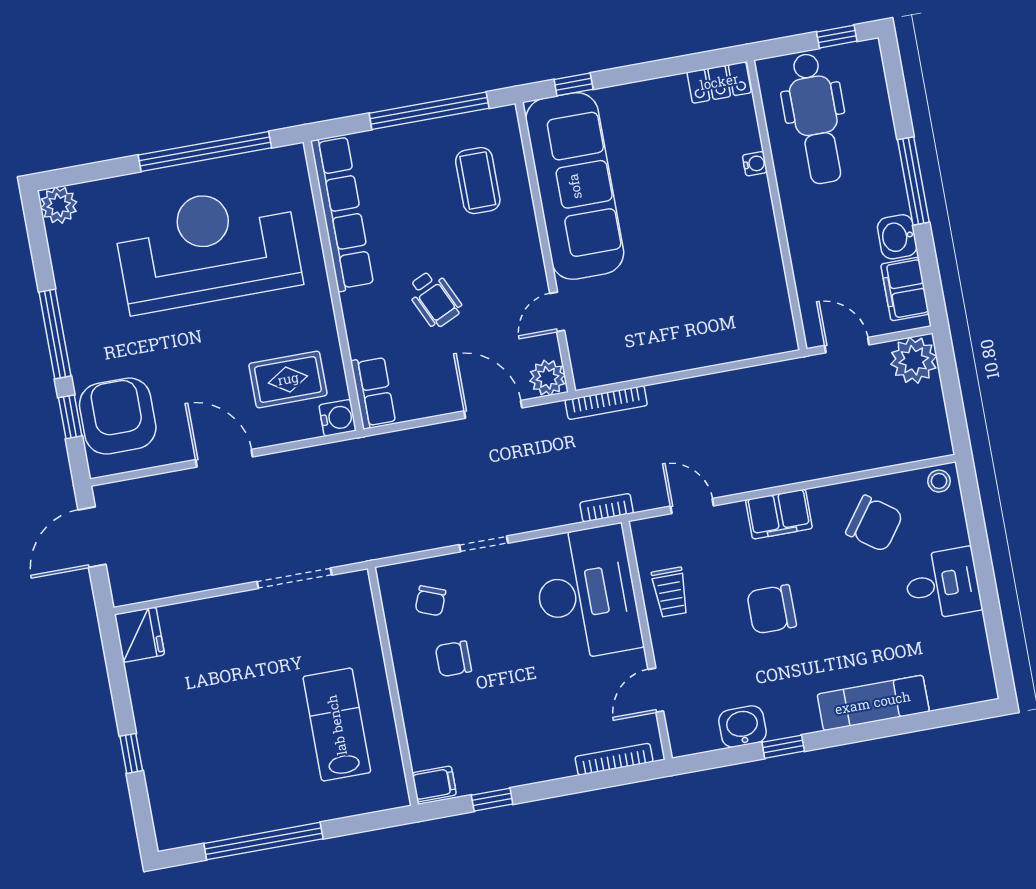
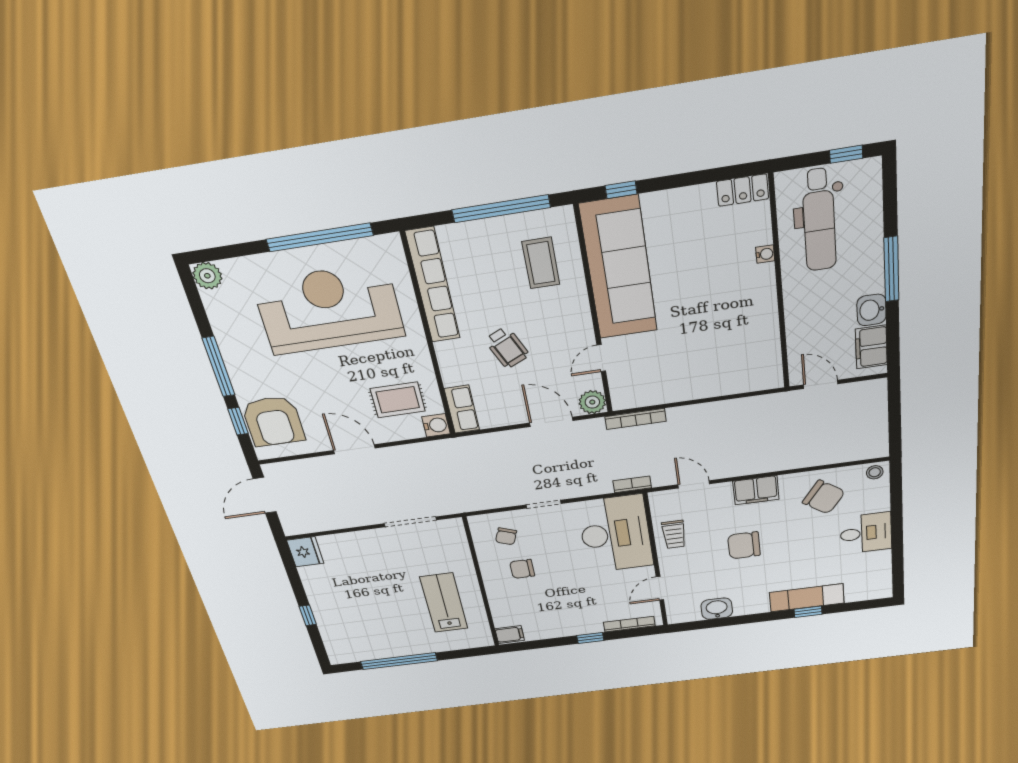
plant: (914, 360) -> (870, 395), removed
armchair: (118, 416) -> (273, 421), turned 180
window: (783, 747) -> (808, 612), moved
window: (492, 800) -> (590, 638), moved

